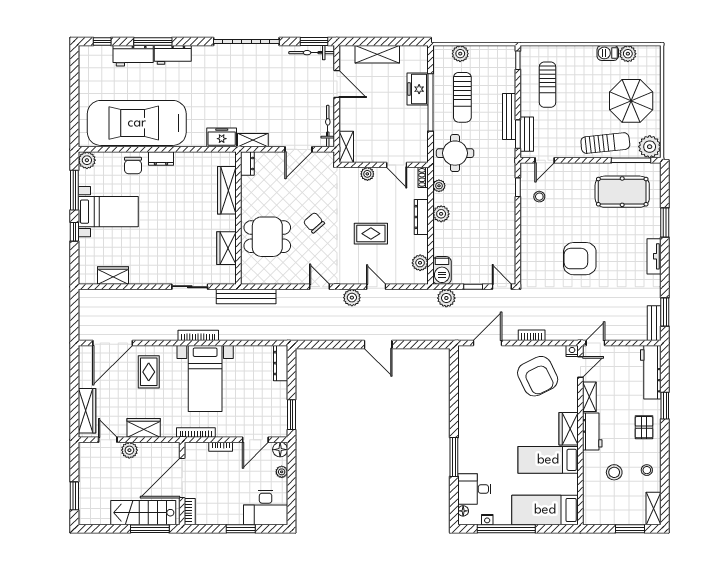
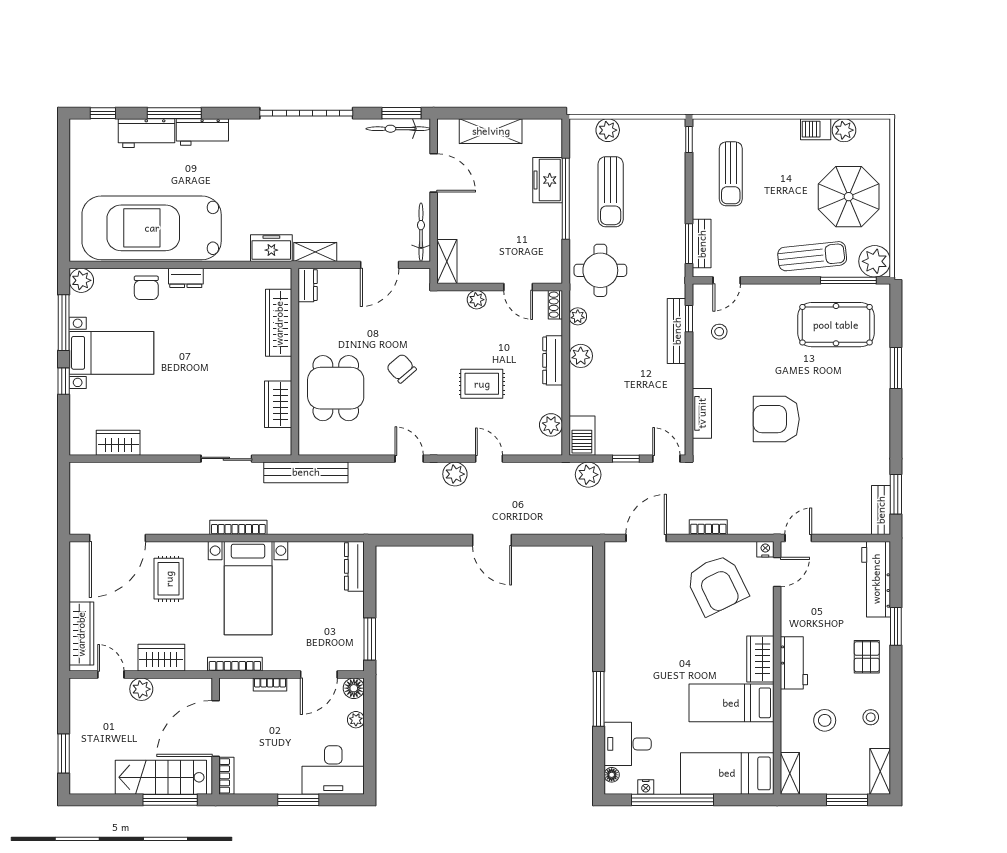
bench: (509, 117) -> (677, 331), moved
dining table: (267, 237) -> (336, 388), turned 90
tv unit: (654, 256) -> (702, 413), moved, turned 180
shelving: (589, 397) -> (790, 773), moved

